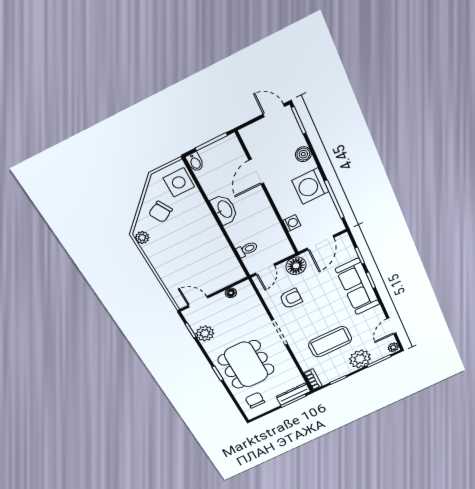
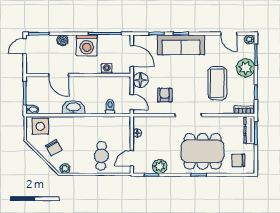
cafe table: (182, 269) -> (101, 156), added

